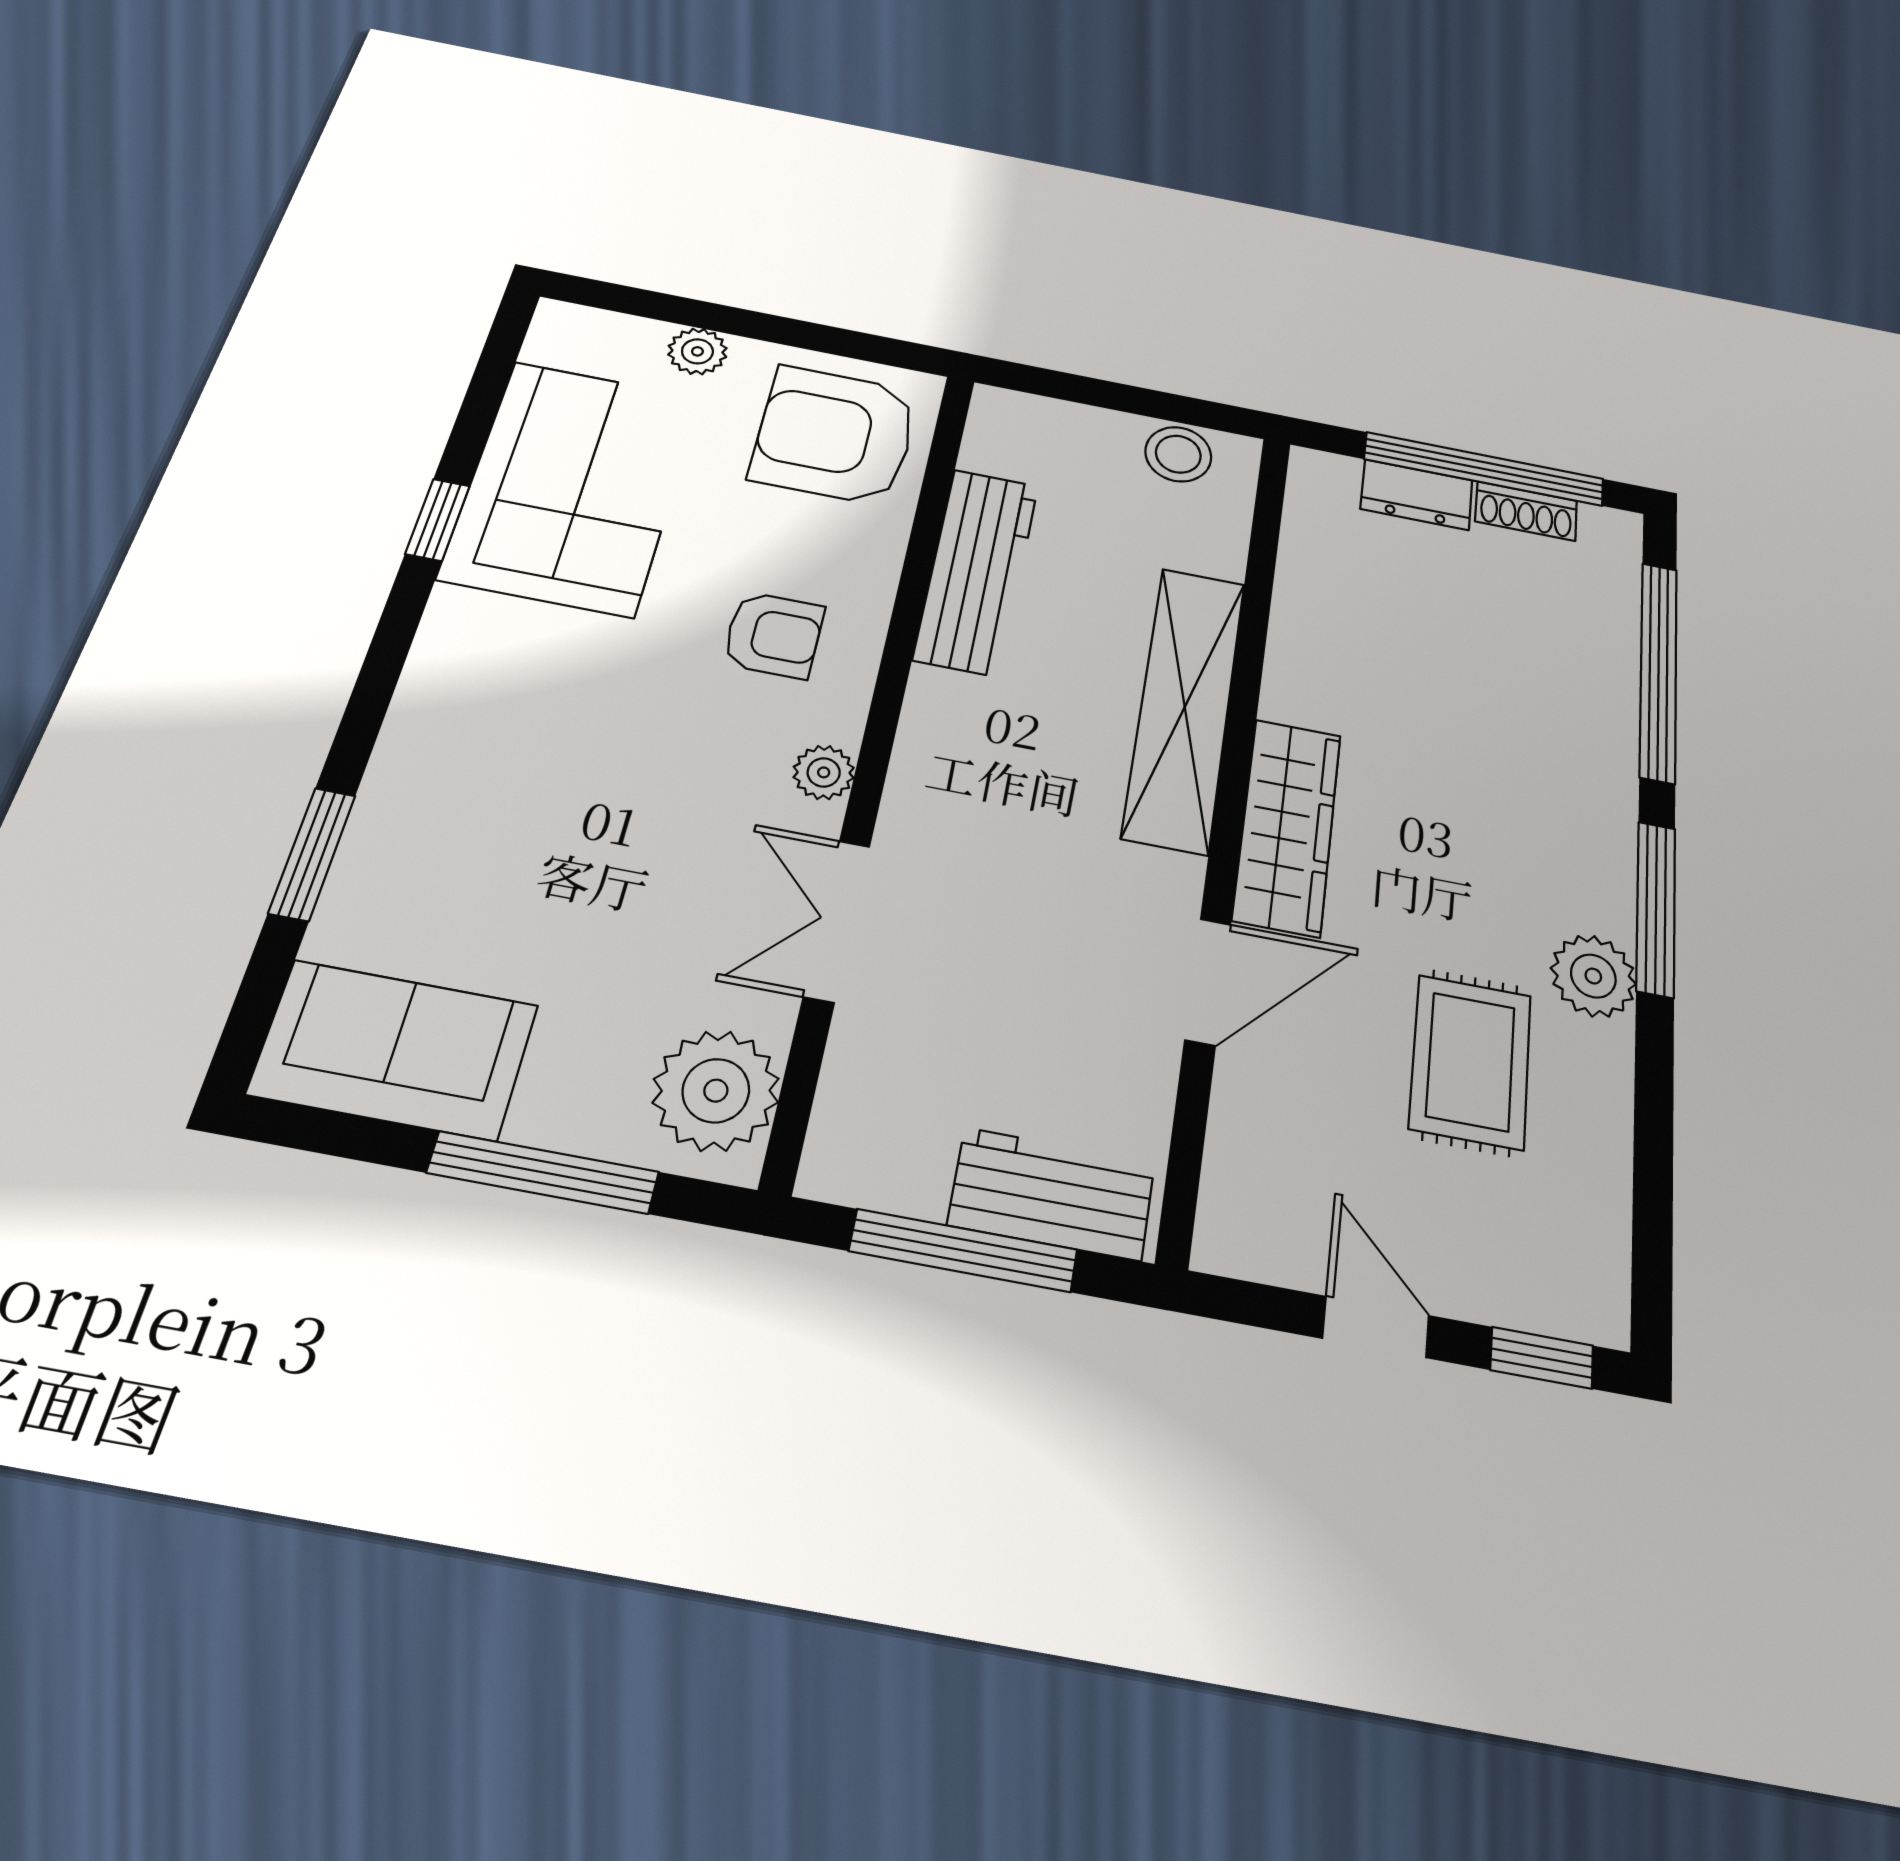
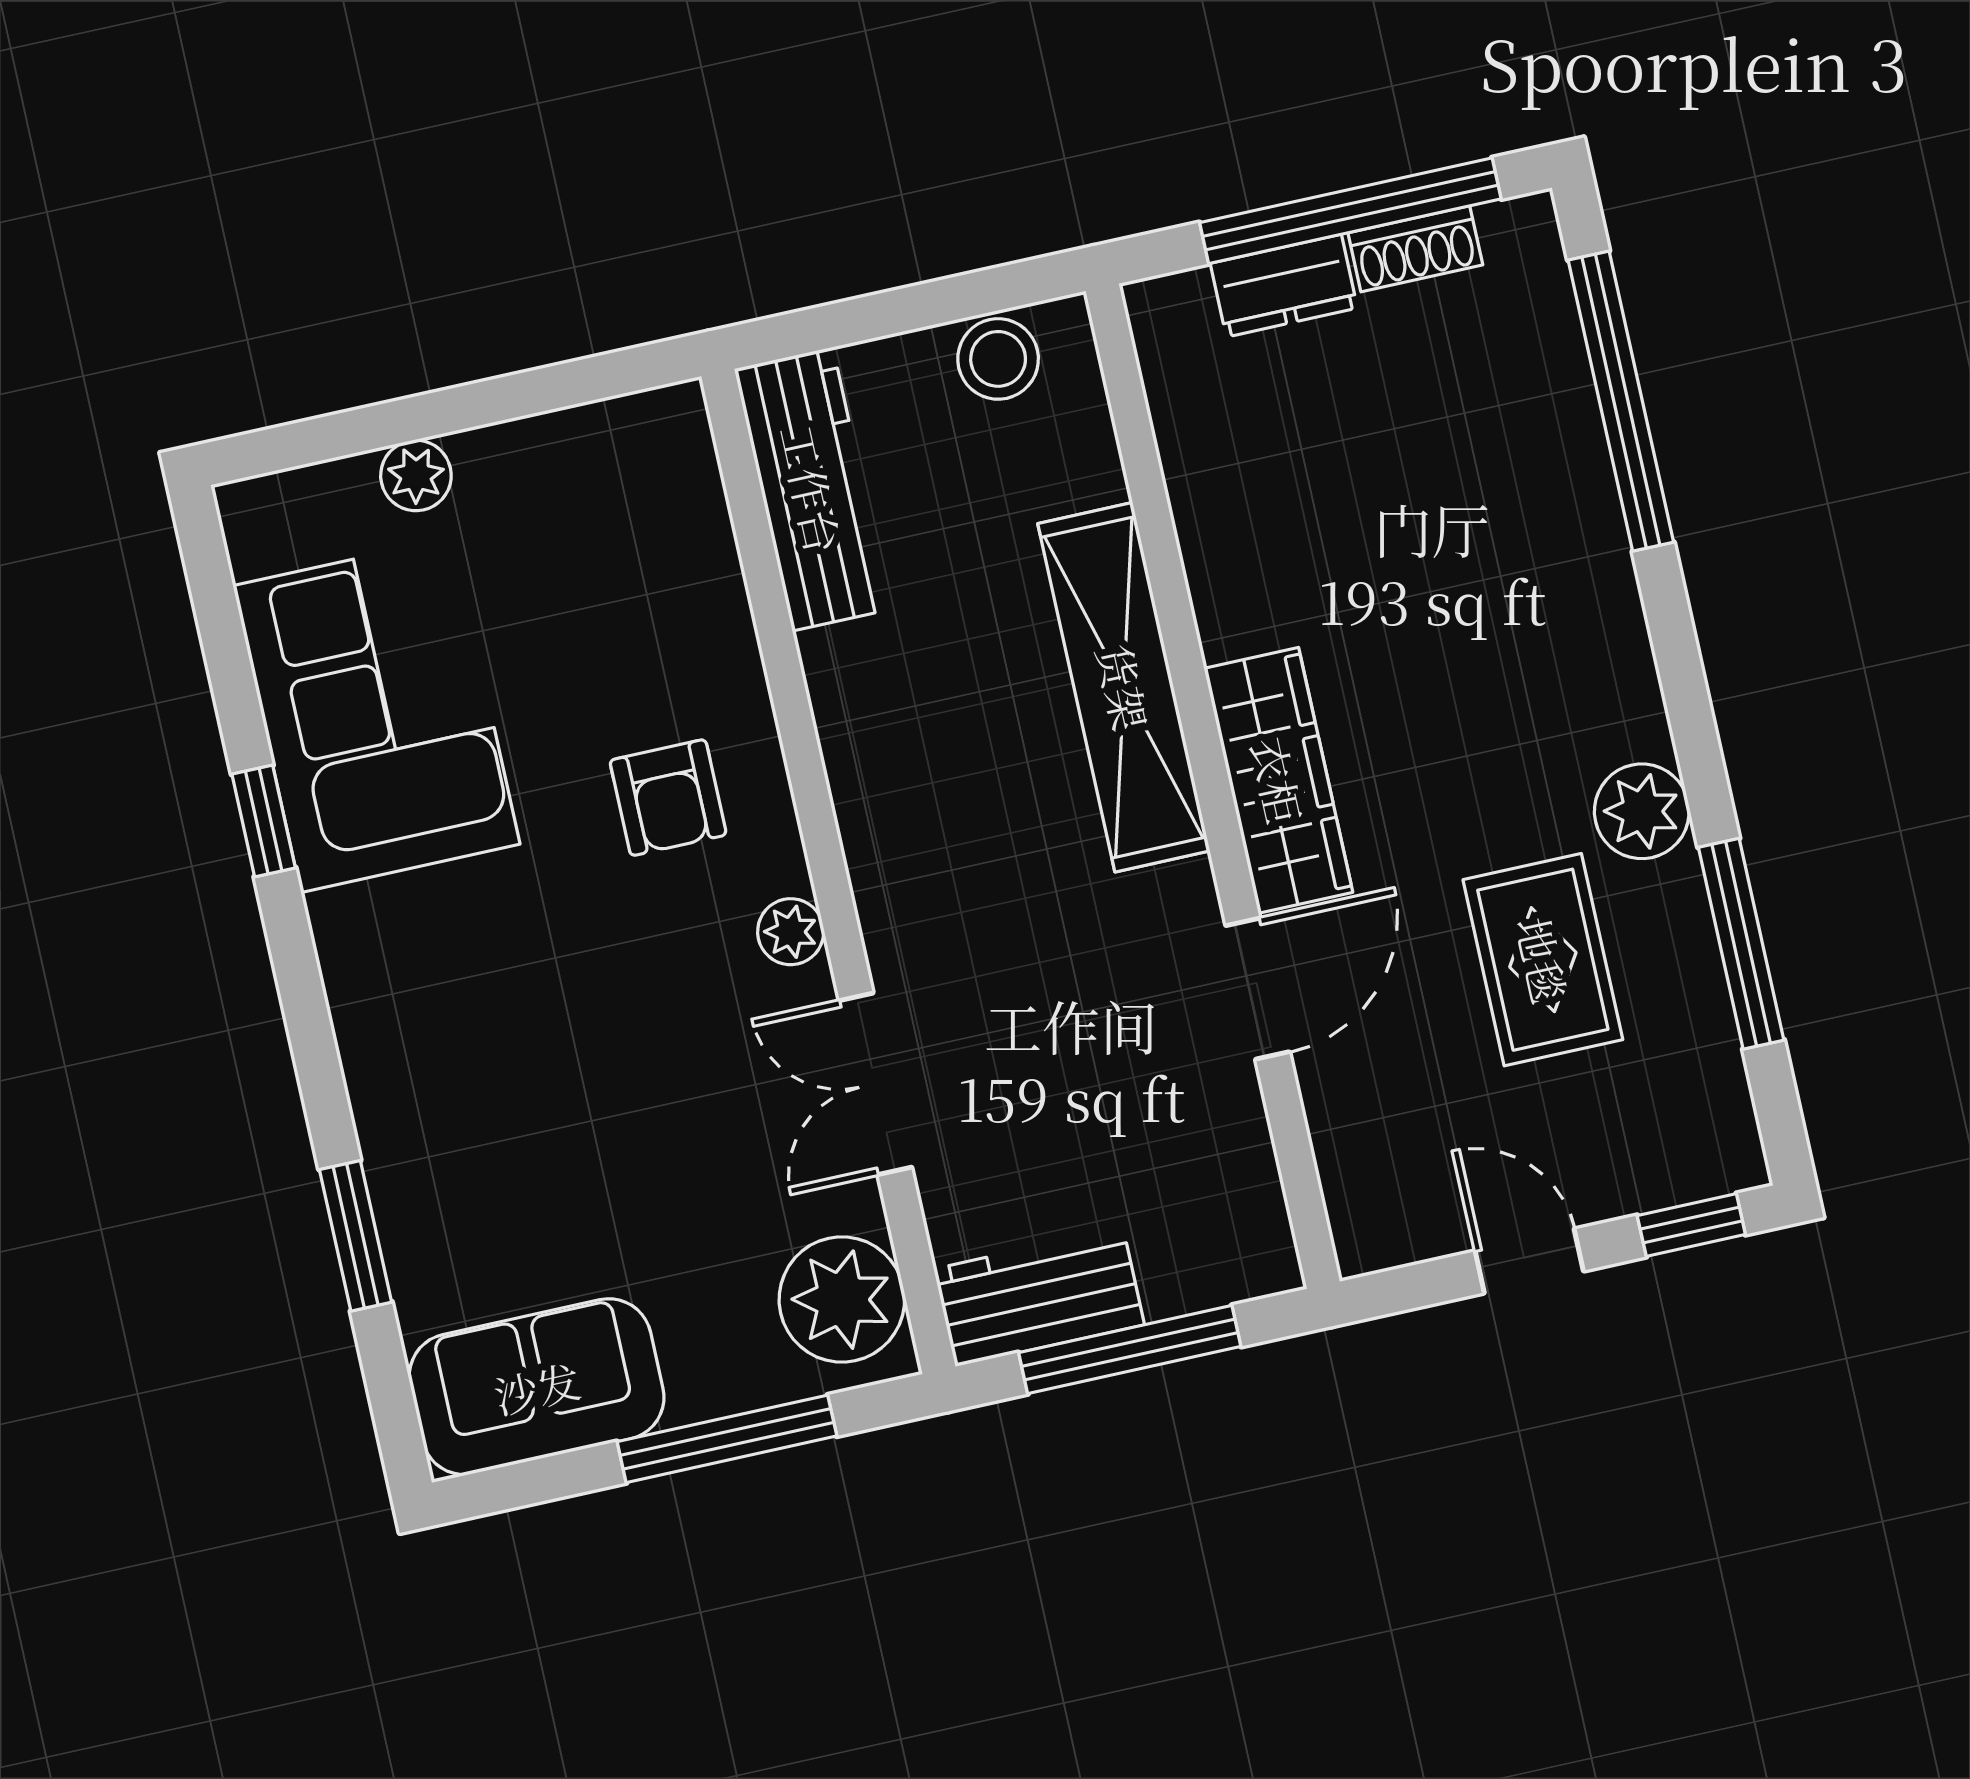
armchair: (835, 435) -> (616, 516), removed
workbench: (977, 571) -> (812, 489), moved
armchair: (773, 635) -> (668, 798), turned 90
window: (1656, 908) -> (1741, 944), moved
workbench: (1052, 1194) -> (1039, 1297), moved

